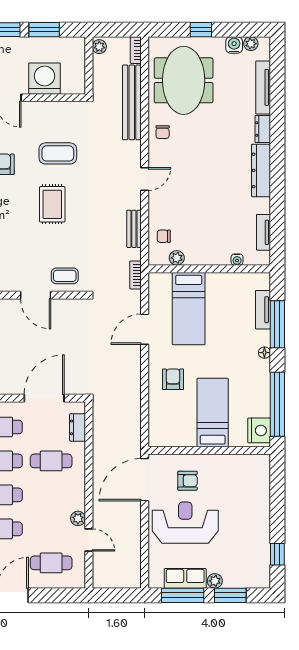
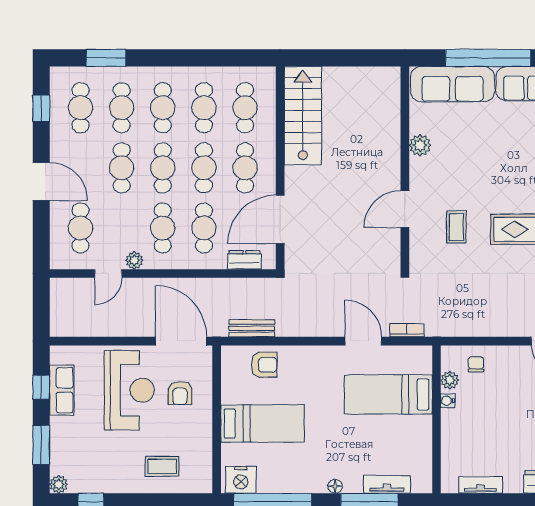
bench: (134, 229) -> (252, 328), moved
water cooler: (237, 260) -> (448, 401), moved
bookcase: (136, 275) -> (407, 330), moved
coffee table: (65, 276) -> (456, 227), moved
armchair: (173, 379) -> (264, 365), moved
door: (44, 398) -> (280, 219), swing flipped
cafe table: (51, 495) -> (163, 228), added
coffee table: (248, 495) -> (162, 466), added
plant: (215, 581) -> (59, 484), moved
window: (183, 595) -> (41, 387), width x0.46

